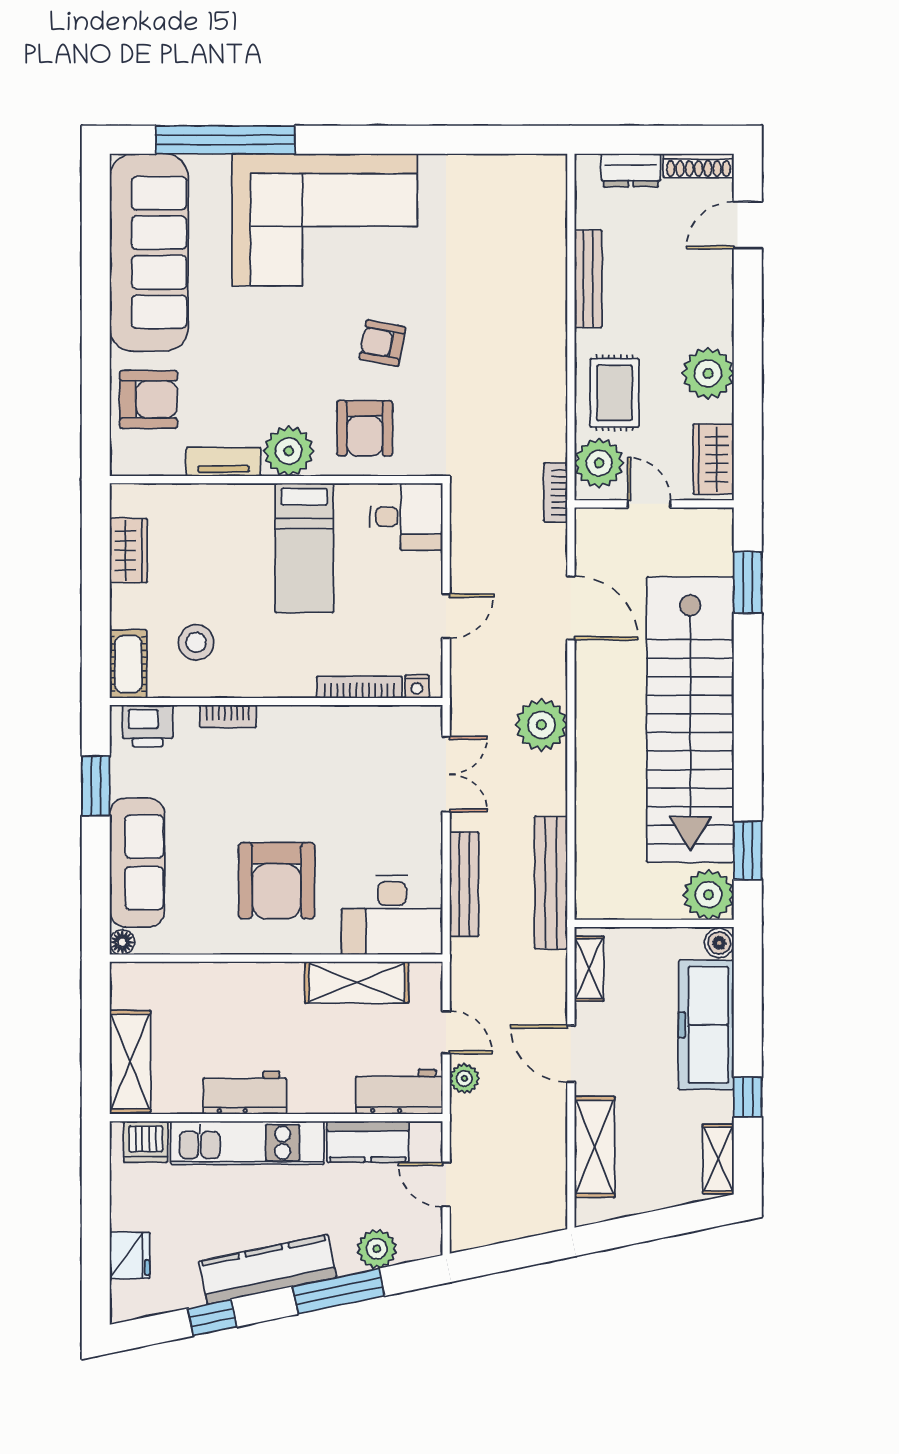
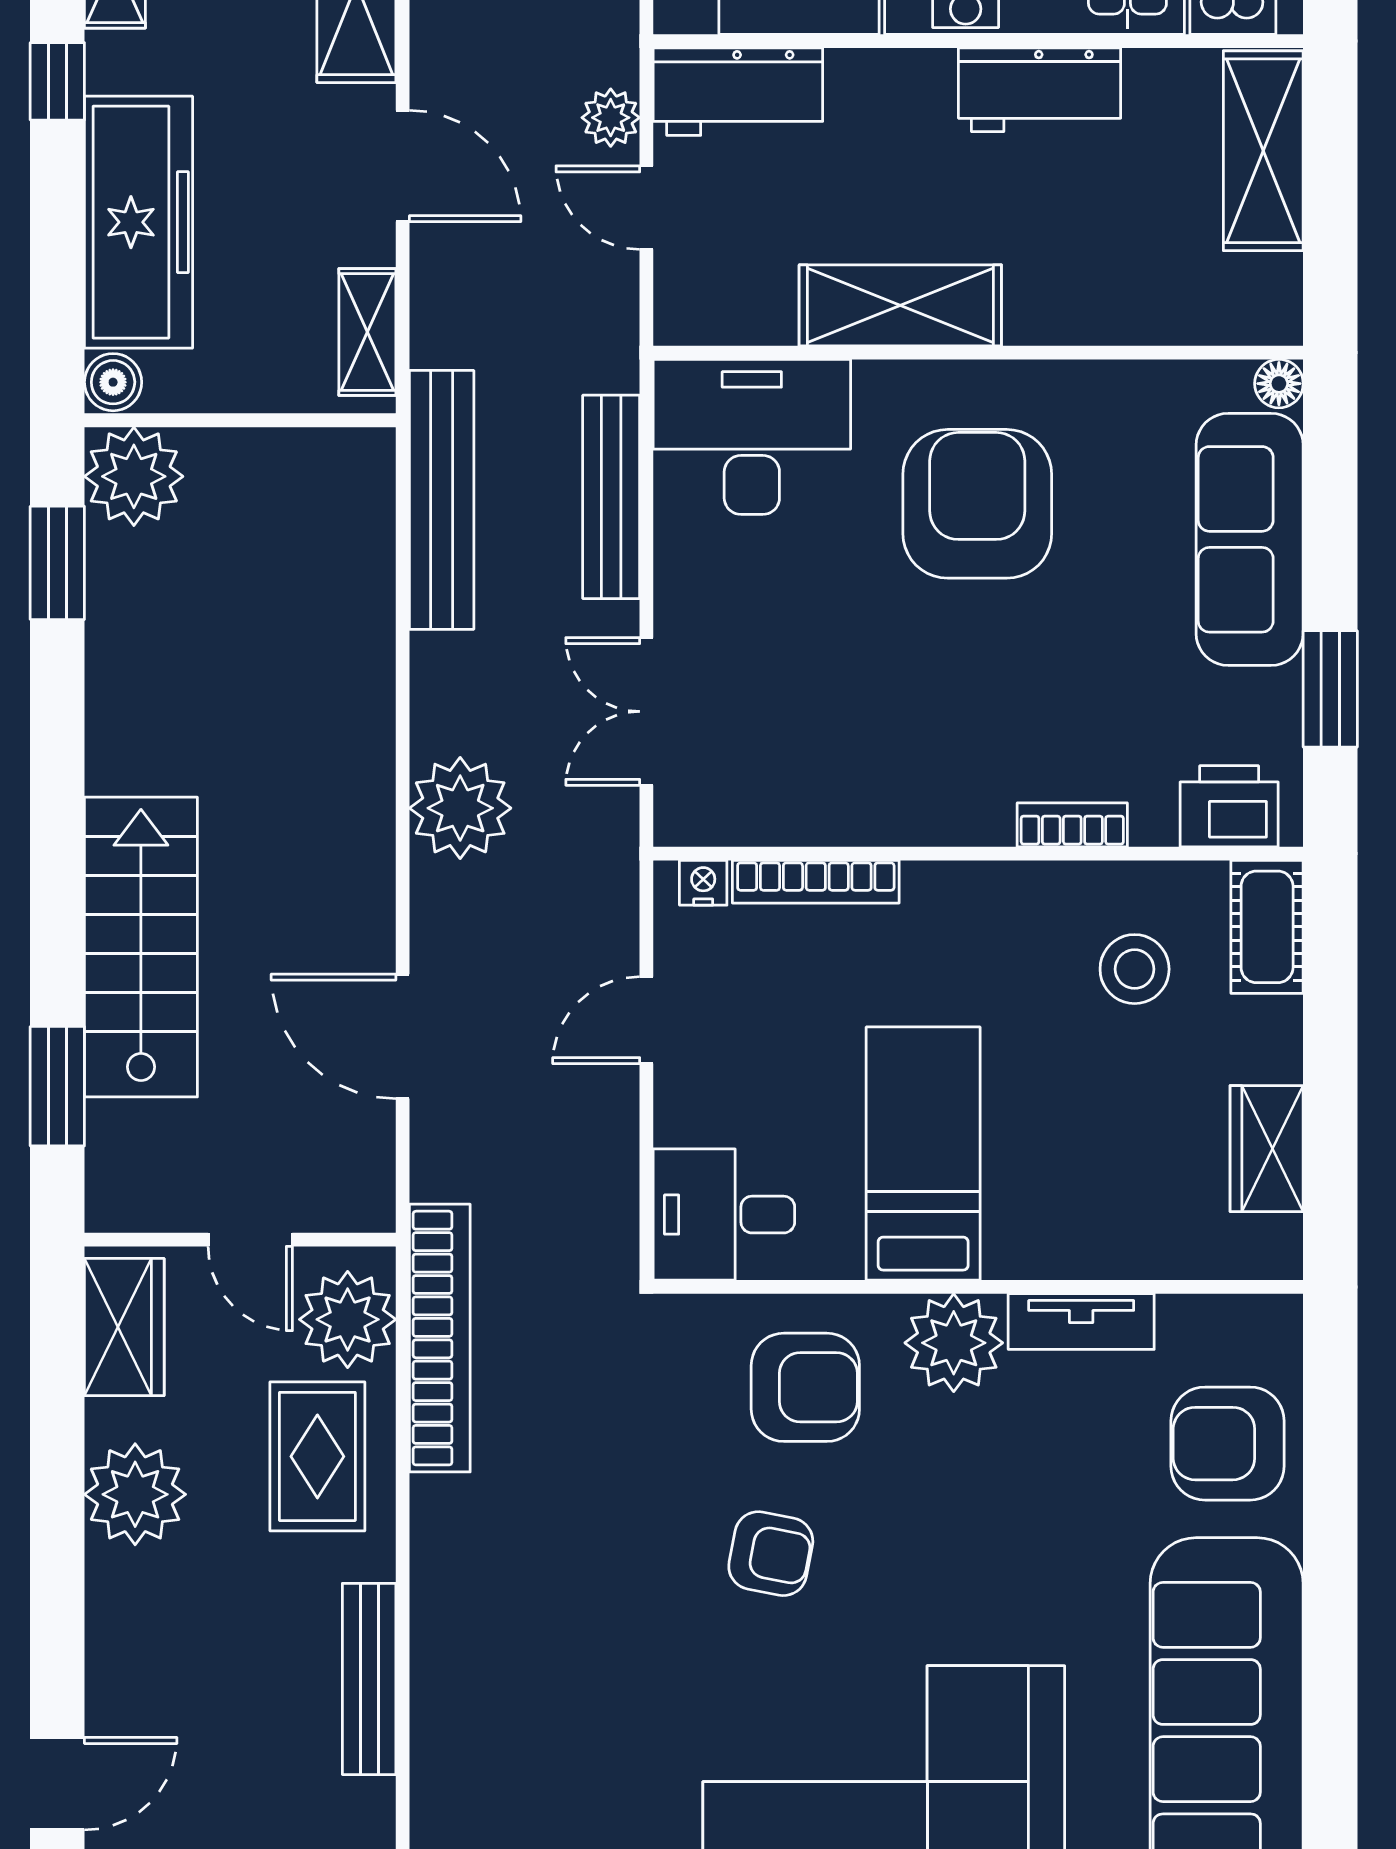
armchair: (365, 428) -> (805, 1387), turned 90
bookcase: (556, 492) -> (440, 1338), width x2.31, depth x1.31
stairs: (690, 720) -> (141, 947), width x0.54, depth x0.66
shelving: (357, 982) -> (900, 305), moved

